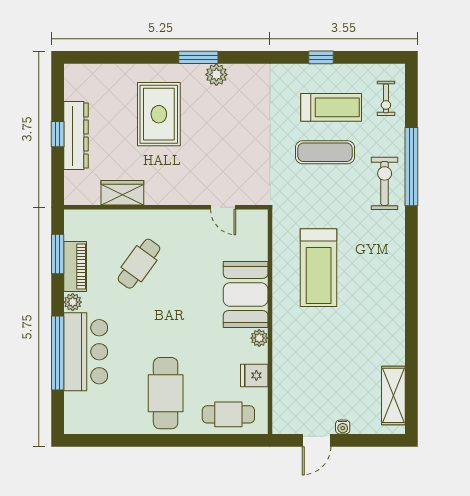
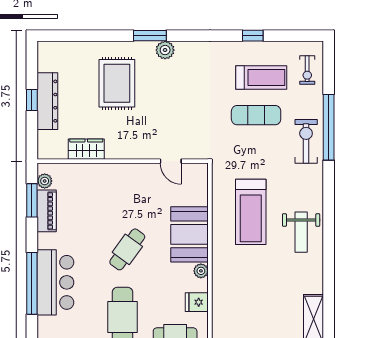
cafe table: (139, 264) -> (127, 249), moved
weight bench: (379, 292) -> (301, 232), added
plant: (73, 302) -> (45, 181), moved

